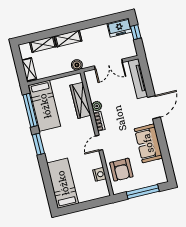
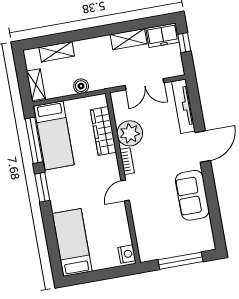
shelving: (68, 38) -> (129, 39), moved
boiler: (77, 65) -> (81, 86), moved
plant: (97, 106) -> (130, 133), width x1.88, depth x1.88
armchair: (121, 170) -> (153, 229), removed
nightstand: (100, 174) -> (127, 254), moved

